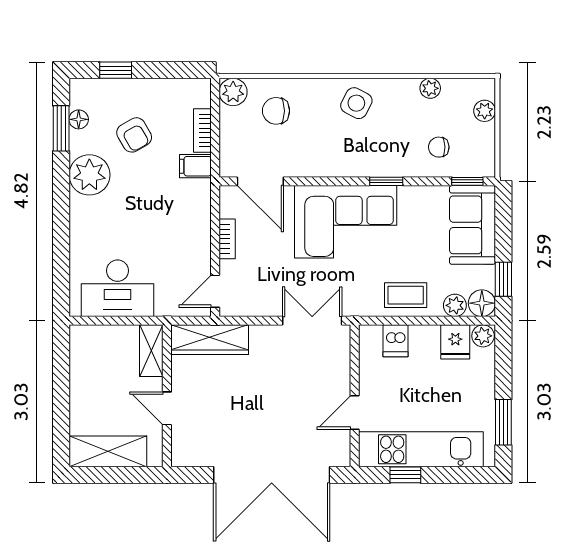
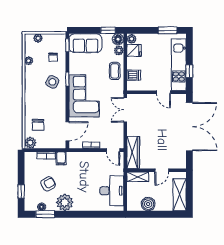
side table: (356, 103) -> (52, 82), moved
boiler: (86, 376) -> (148, 204), added

